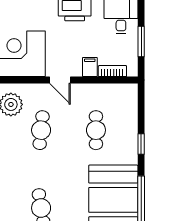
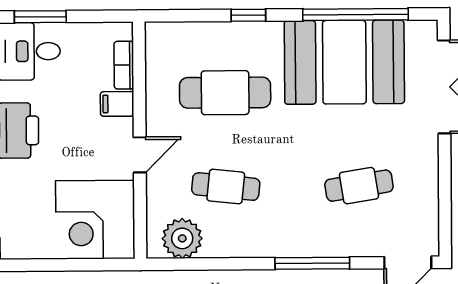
window: (141, 41) -> (40, 17), moved
cafe table: (96, 130) -> (225, 93), width x1.37, depth x1.35

